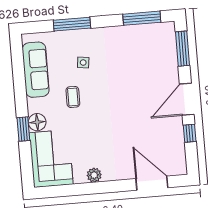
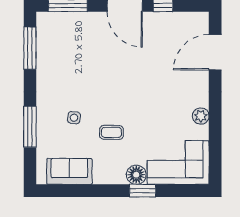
sofa: (36, 70) -> (69, 171), width x0.73

